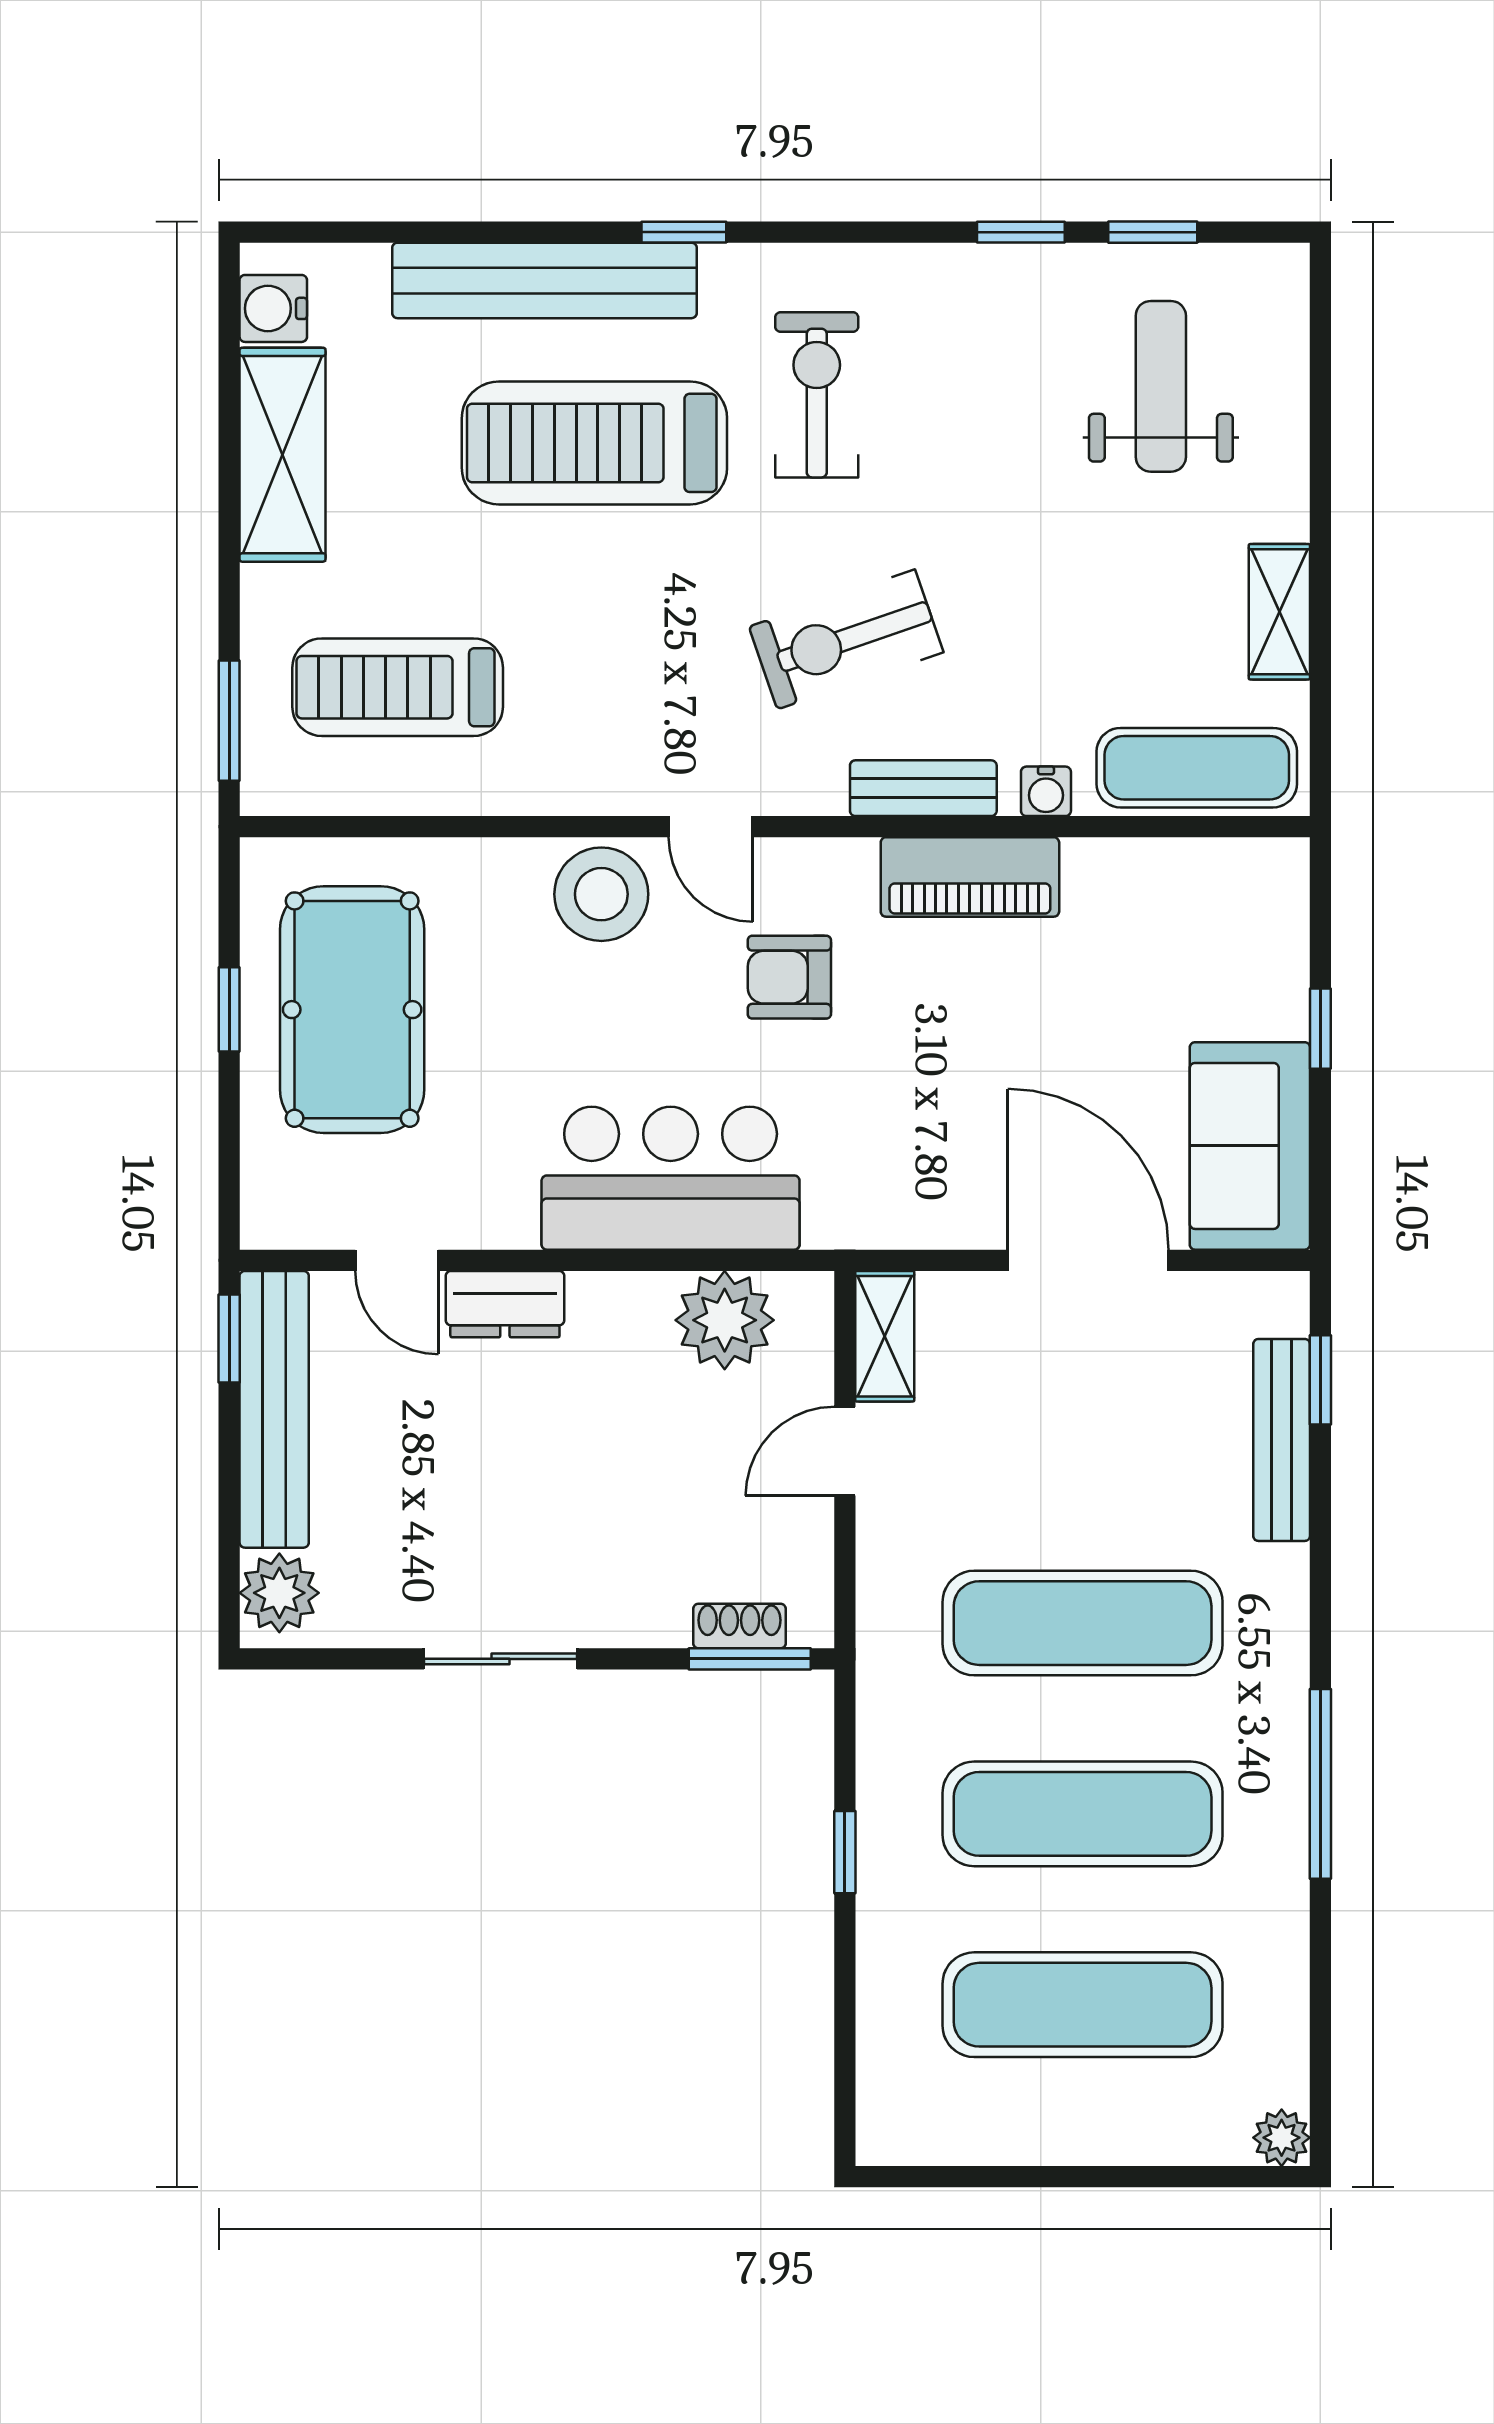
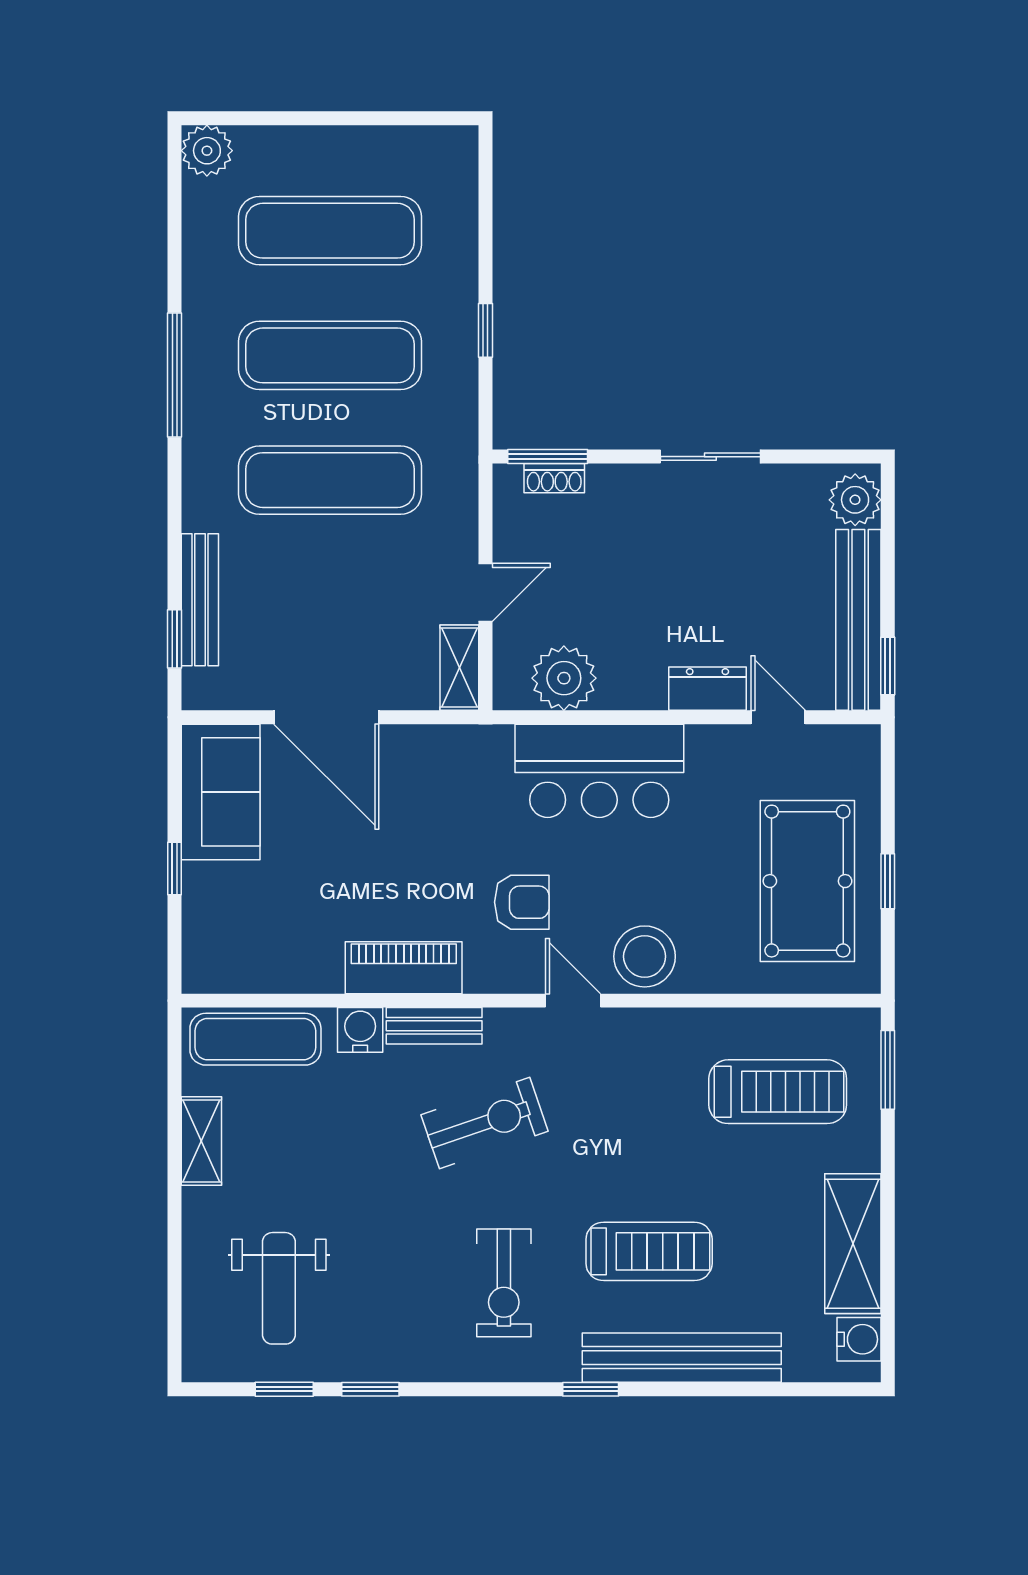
treadmill: (594, 443) -> (649, 1251), width x0.73, depth x0.73
water cooler: (1046, 791) -> (360, 1030), width x1.38, depth x1.38
plant: (1282, 2138) -> (207, 151), width x1.38, depth x1.38

